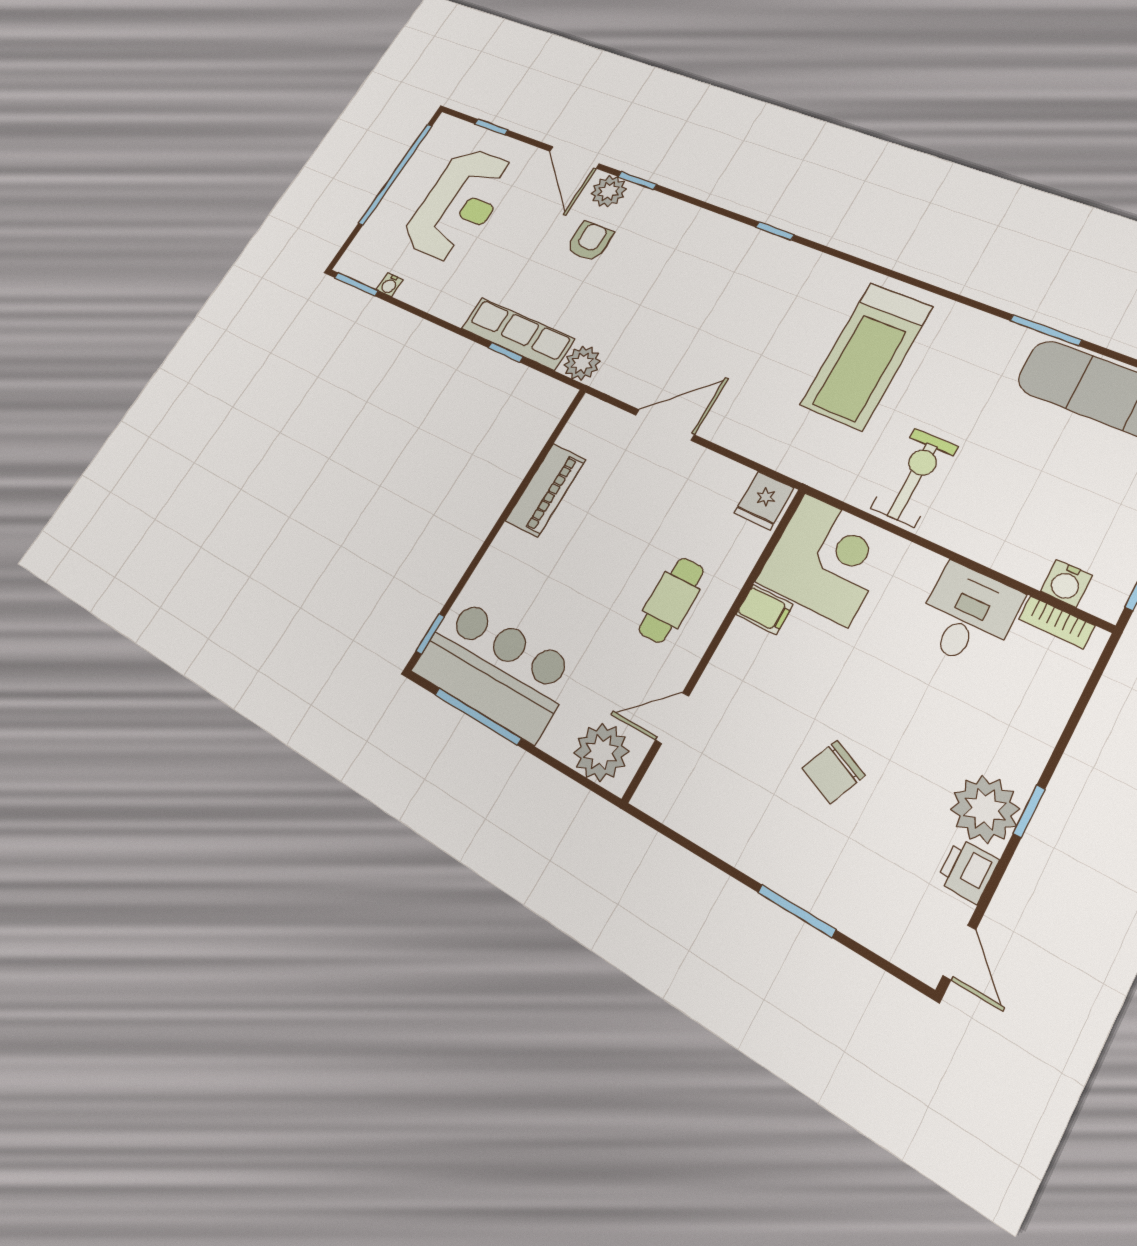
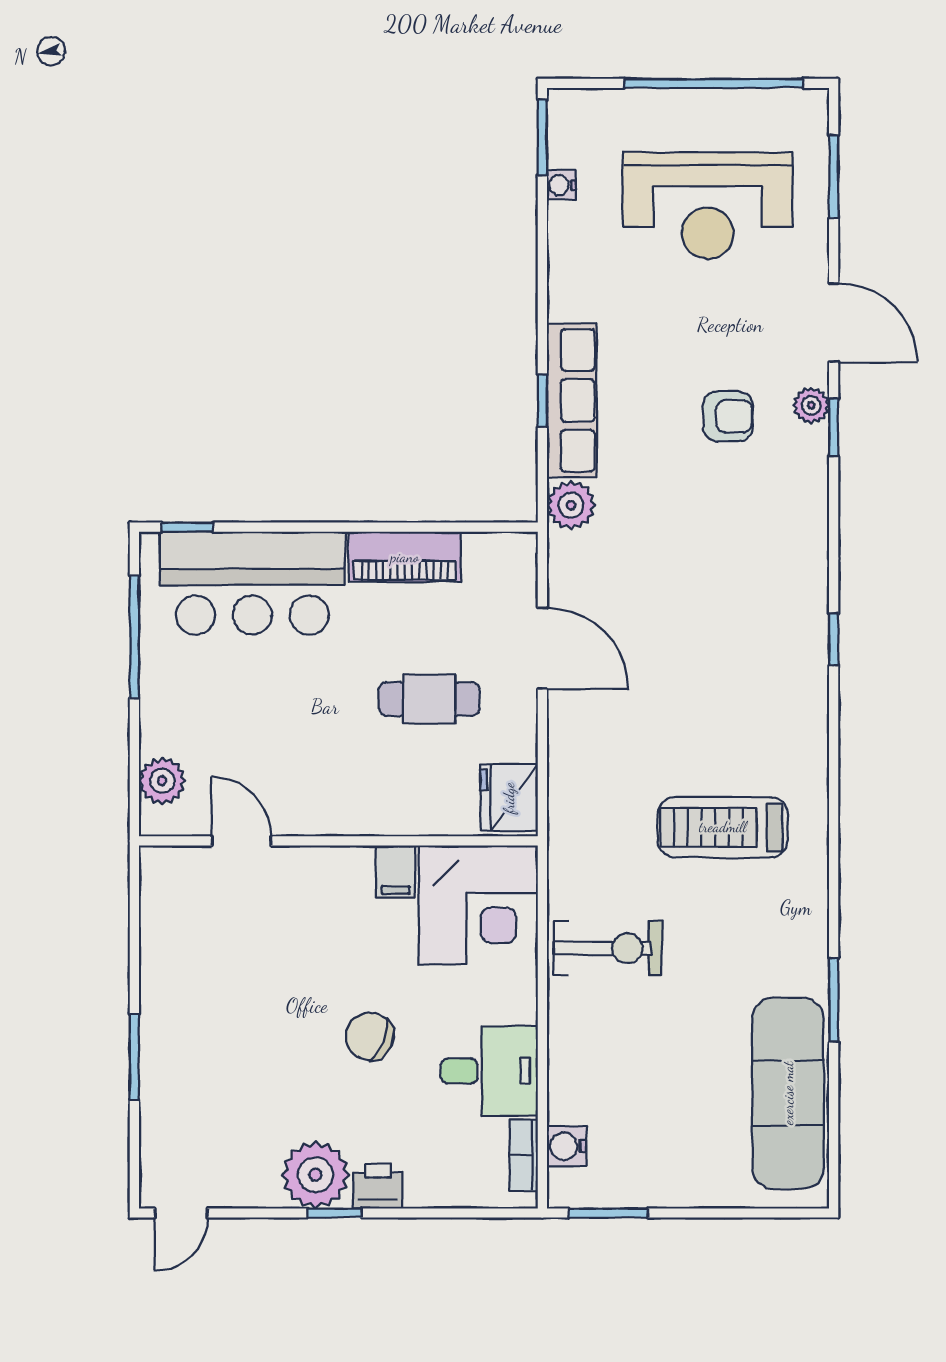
window: (491, 127) -> (834, 177), width x1.50
door: (574, 157) -> (834, 323), swing flipped
plant: (609, 191) -> (811, 405), width x0.73, depth x0.73
treadmill: (867, 356) -> (723, 827), width x0.73, depth x0.73
fridge: (764, 500) -> (509, 798), width x1.38
cafe table: (671, 600) -> (429, 699), moved
bar counter: (495, 669) -> (252, 583), moved, turned 90
plant: (601, 752) -> (162, 781), width x0.73, depth x0.73
chair: (834, 772) -> (370, 1036), moved
printer: (967, 871) -> (378, 1186), moved

